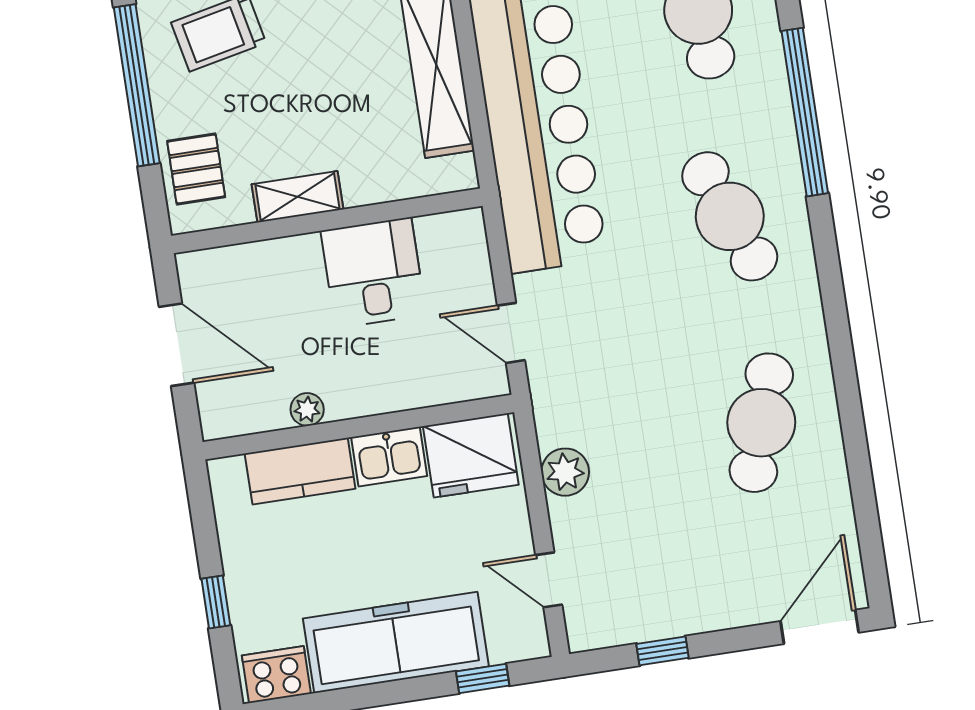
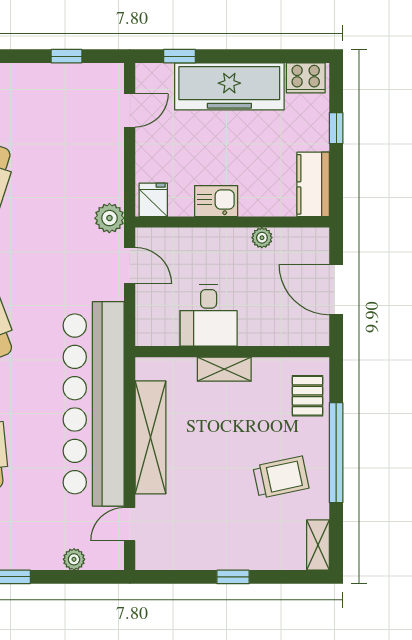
shelving: (297, 197) -> (224, 369), moved
fridge: (471, 455) -> (153, 200), width x0.53, depth x0.75
kitchen counter: (300, 471) -> (313, 184), moved, turned -90
plant: (565, 472) -> (109, 218), moved
door: (549, 580) -> (130, 110), hinge flipped

